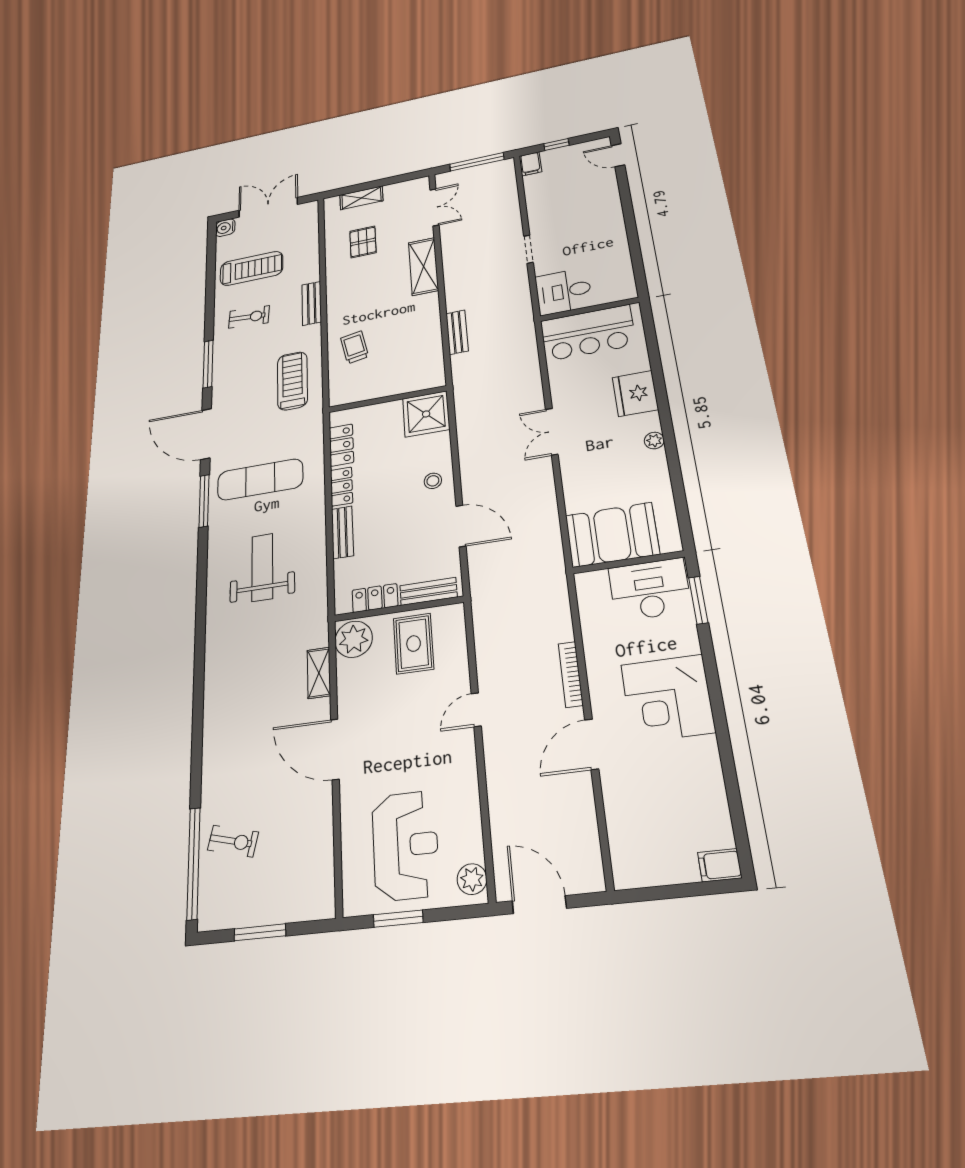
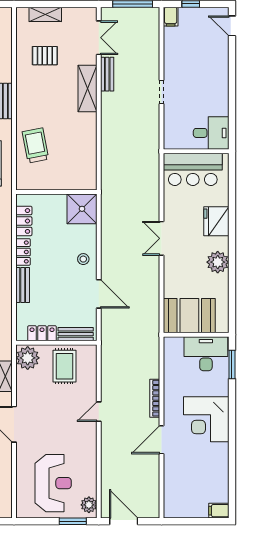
pallet: (363, 242) -> (45, 56), turned 90
desk: (563, 292) -> (211, 133), moved, turned 180
bench: (457, 332) -> (107, 74), moved
trolley: (355, 347) -> (35, 145), width x1.36, depth x1.39
plant: (654, 441) -> (218, 262), width x1.88, depth x1.88
window: (398, 919) -> (73, 521), moved

